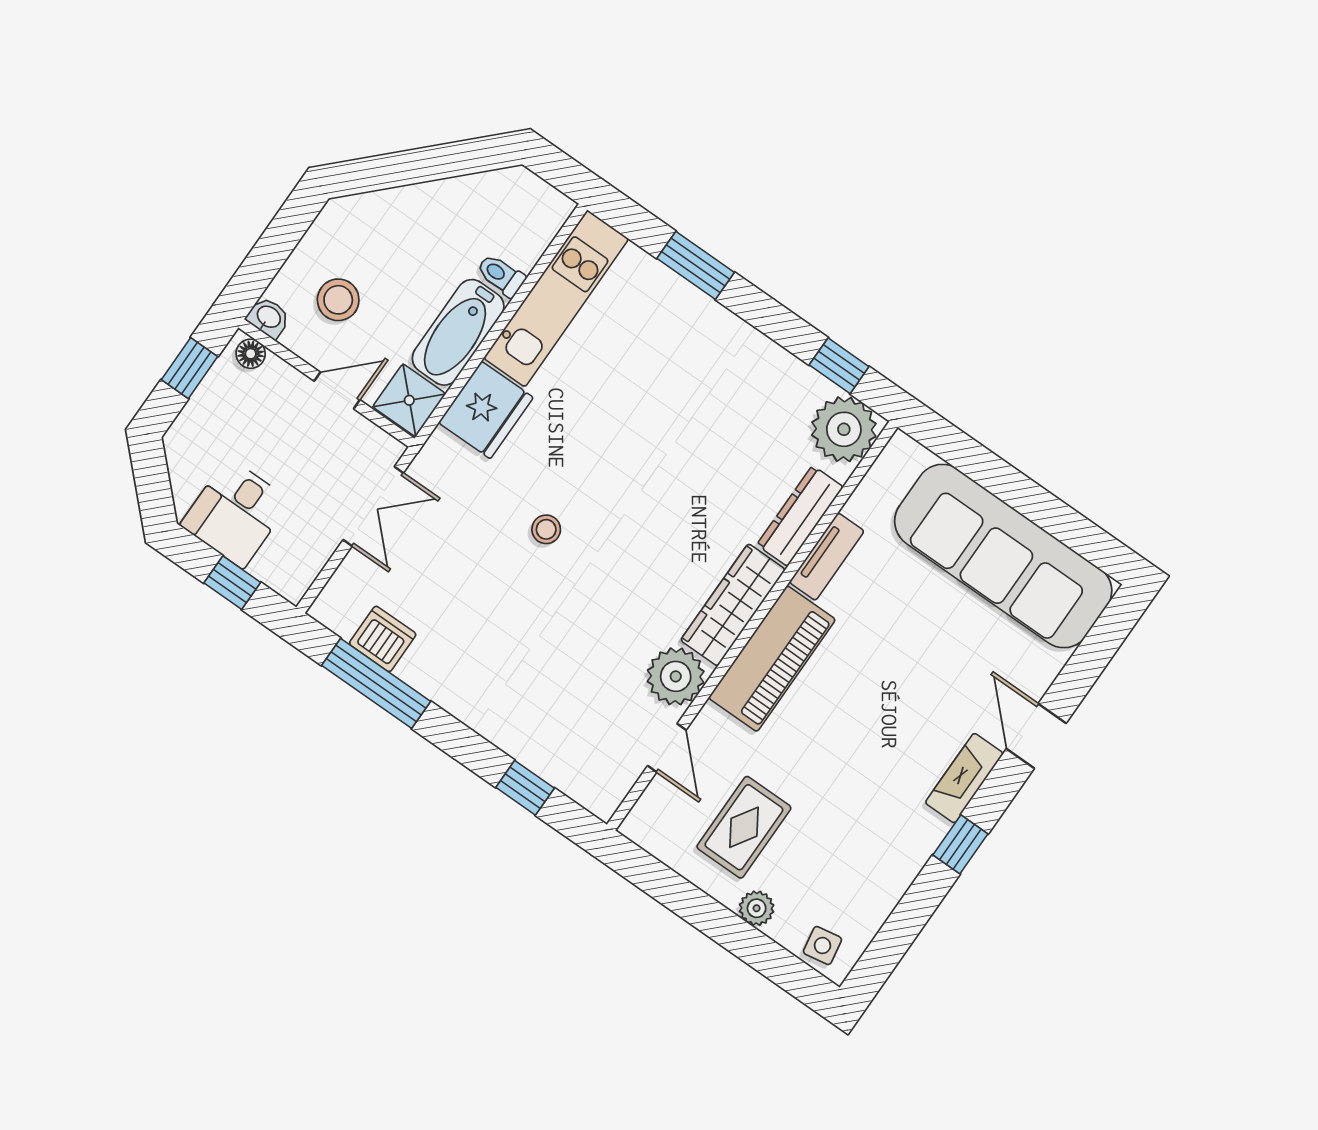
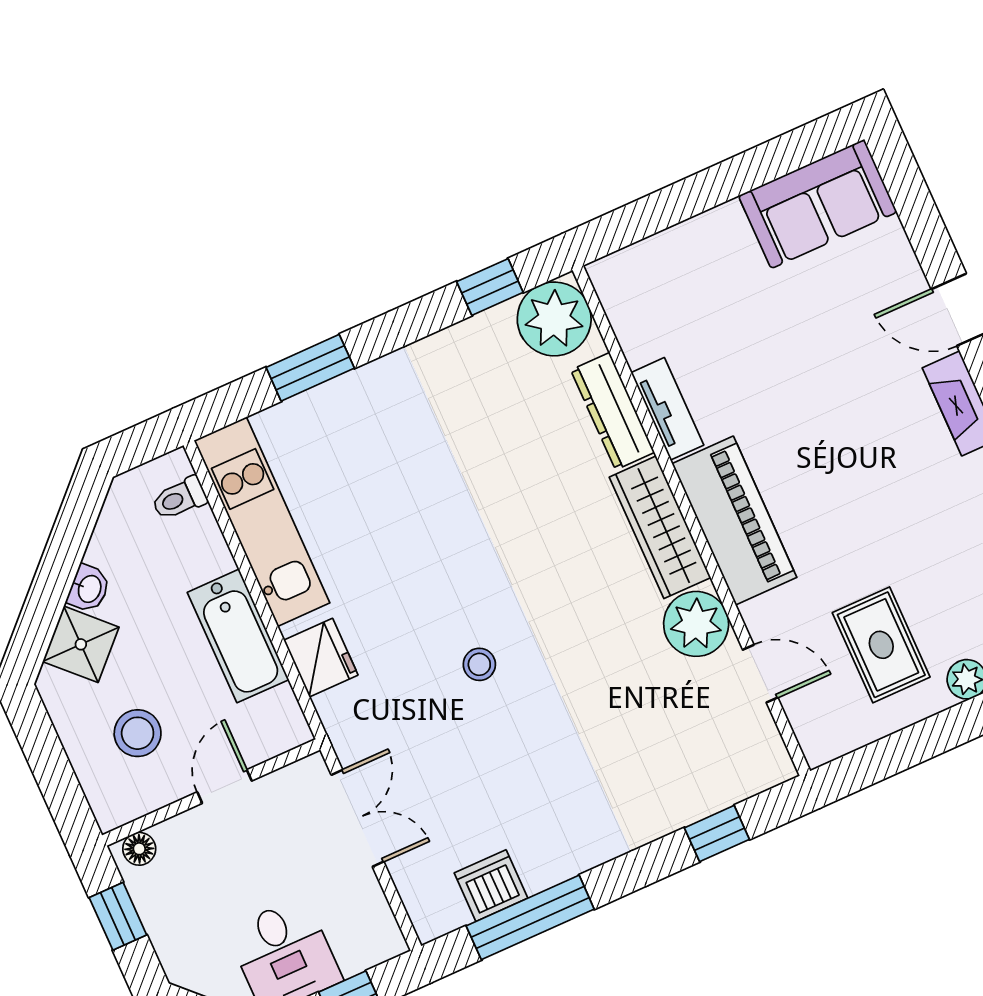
toilet: (501, 275) -> (179, 498), moved
washbasin: (268, 317) -> (89, 589), moved, turned 135
shower: (409, 400) -> (81, 644), moved, turned 45
fridge: (486, 410) -> (321, 658), width x0.73, depth x0.75
sofa: (1003, 556) -> (818, 204), width x0.54, depth x0.79

